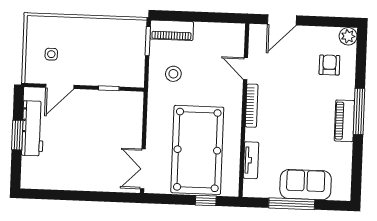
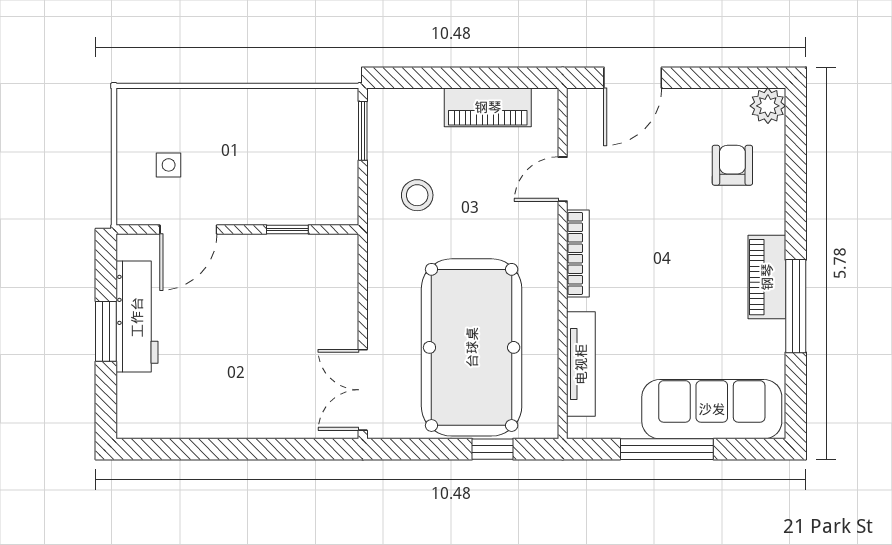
piano: (172, 30) -> (488, 107), moved
door: (245, 69) -> (563, 179), hinge flipped
window: (359, 111) -> (796, 306), moved
tv unit: (251, 160) -> (581, 364), width x1.41
sofa: (306, 185) -> (712, 409), width x1.36

